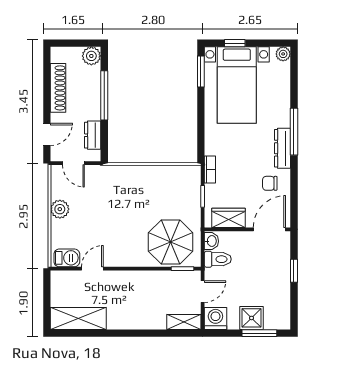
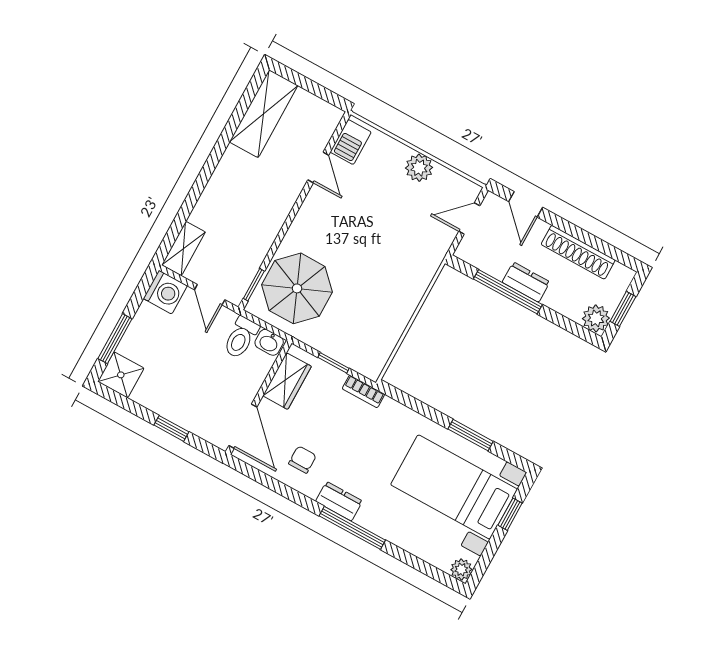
window: (77, 43) -> (623, 309), added
window: (201, 71) -> (471, 435), moved
window: (104, 95) -> (508, 292), moved
dresser: (93, 135) -> (526, 282), moved
dresser: (283, 148) -> (339, 501), width x0.70
shower: (252, 318) -> (121, 375), moved

